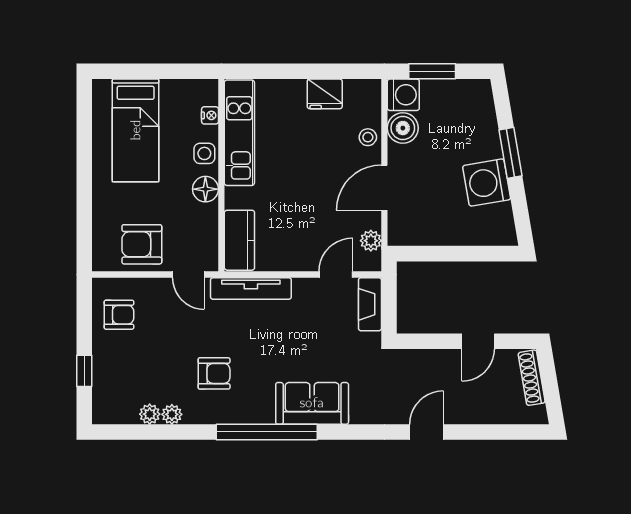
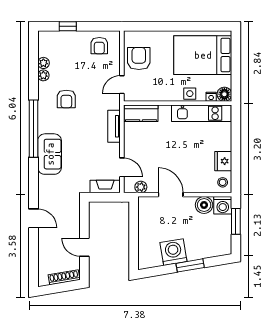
bed: (136, 130) -> (203, 55), width x1.50
stool: (368, 137) -> (223, 182), moved
floor lamp: (205, 189) -> (224, 94), moved
tv unit: (251, 288) -> (114, 126), width x0.71

